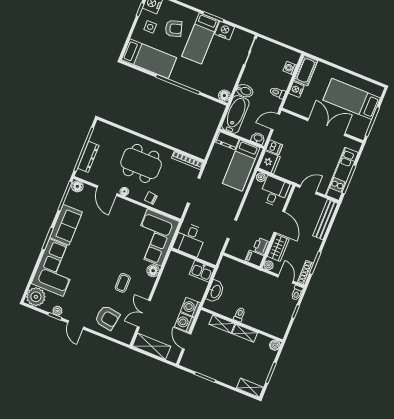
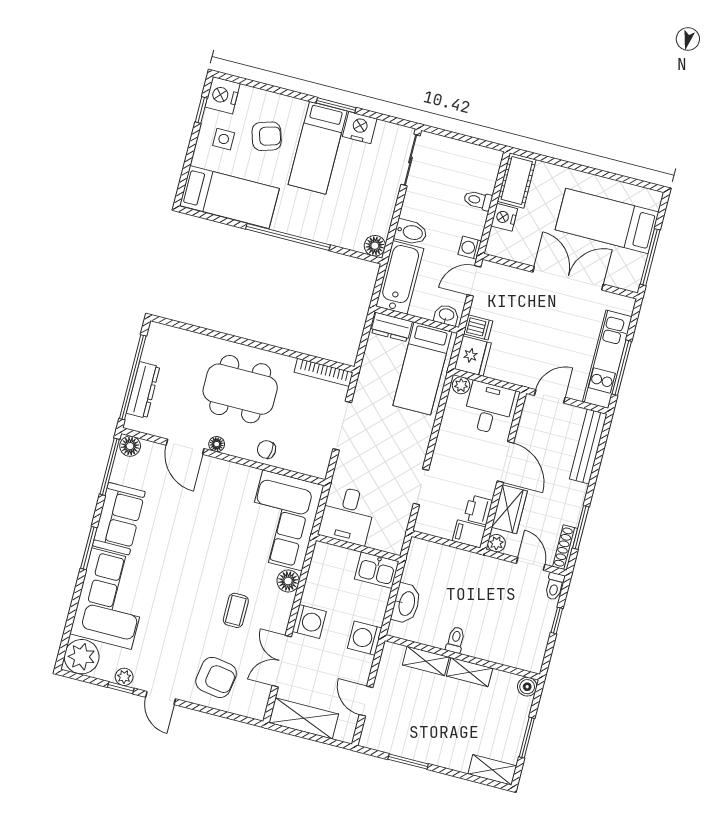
washing machine: (290, 68) -> (470, 248), moved
toilet: (278, 93) -> (478, 200), moved
washing machine: (184, 322) -> (309, 622), moved, turned 180

